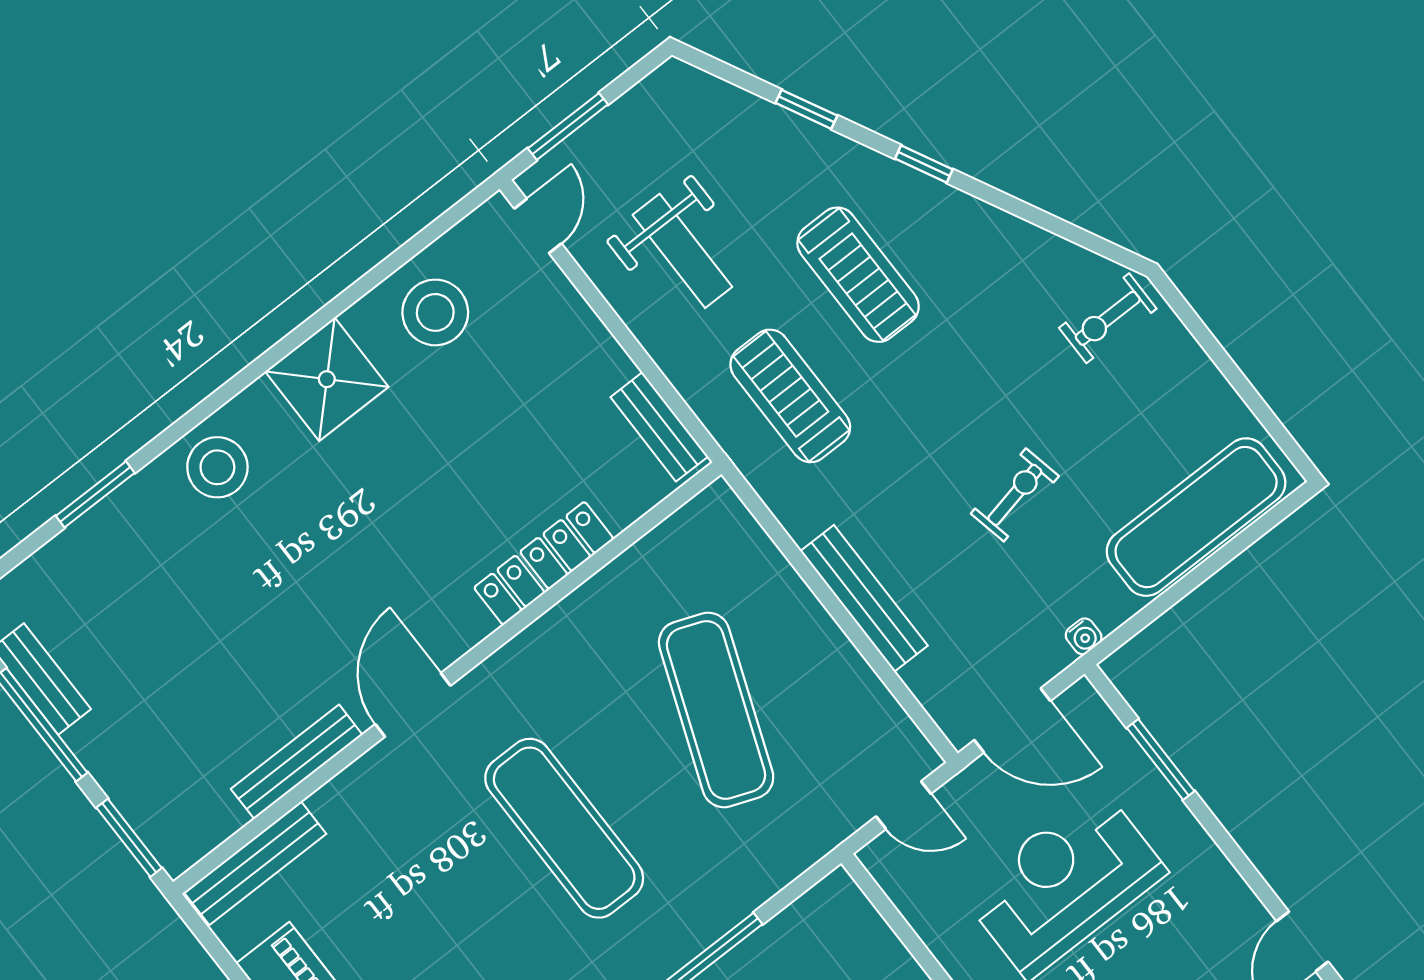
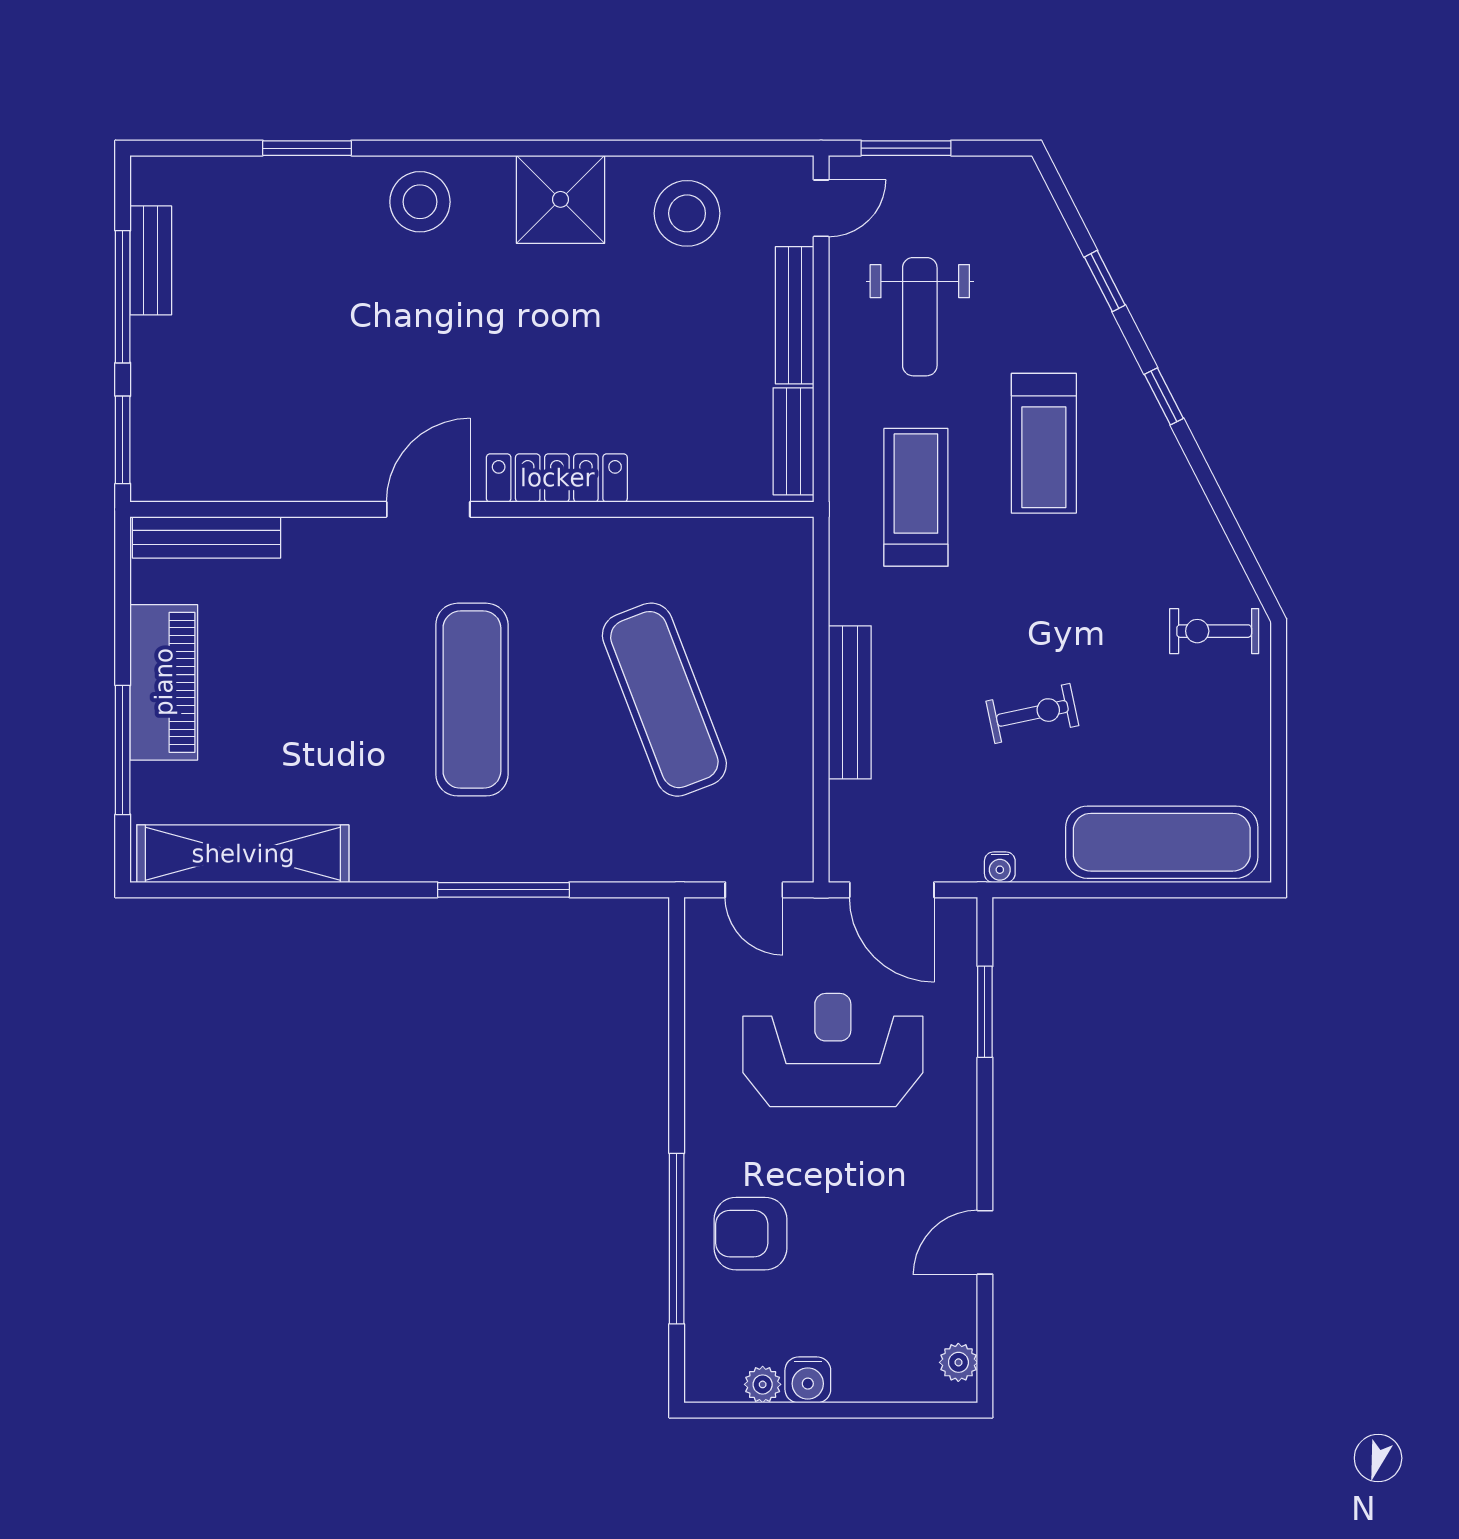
locker: (544, 563) -> (557, 478), moved
exercise mat: (716, 710) -> (664, 700), turned -42
bench: (297, 762) -> (795, 315), moved, turned 90

